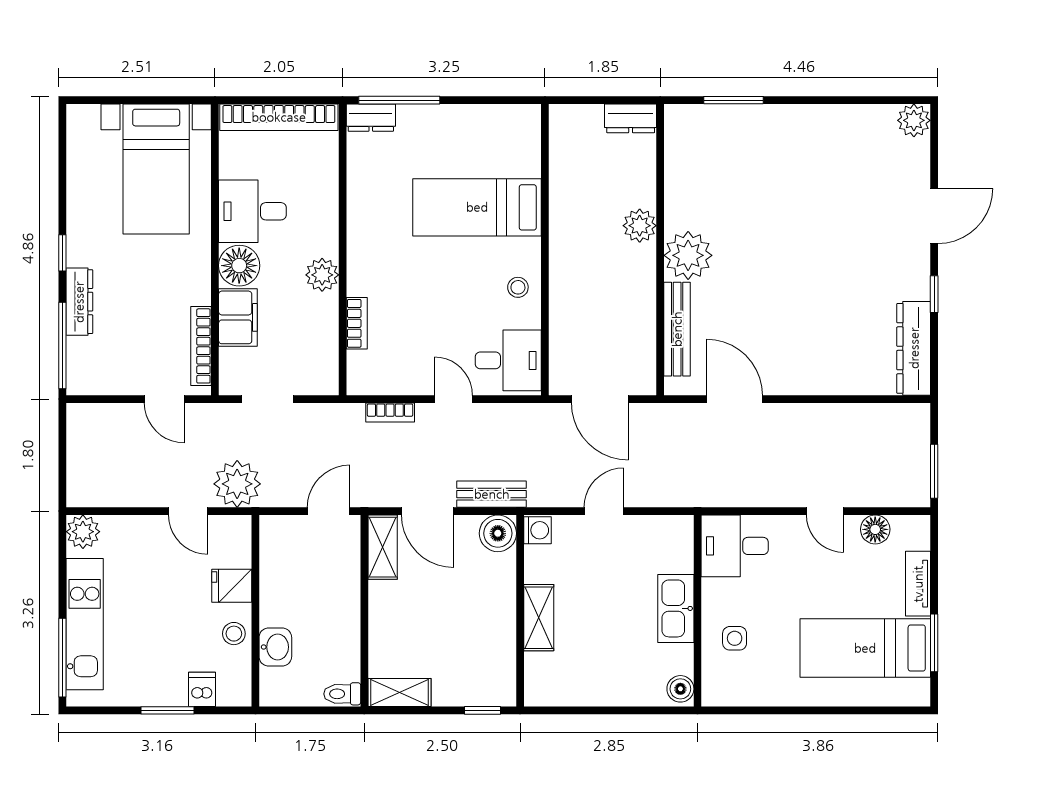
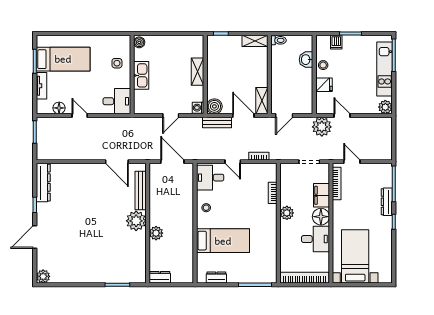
dresser: (371, 118) -> (216, 278), moved

